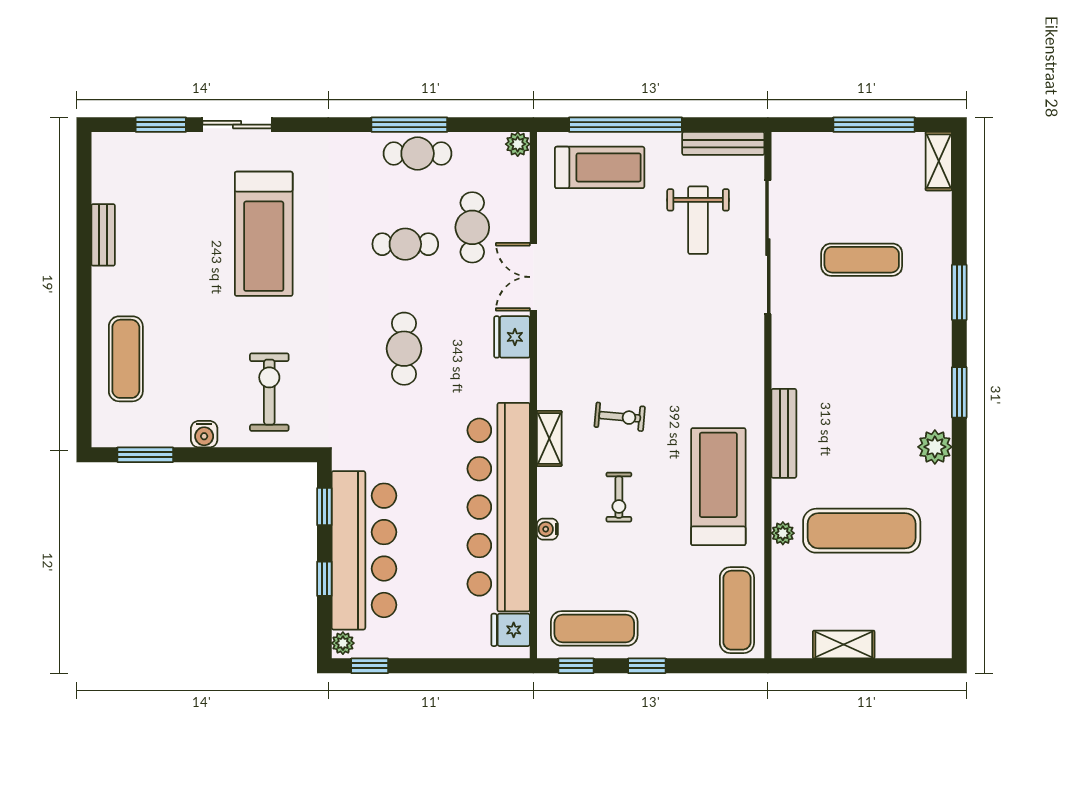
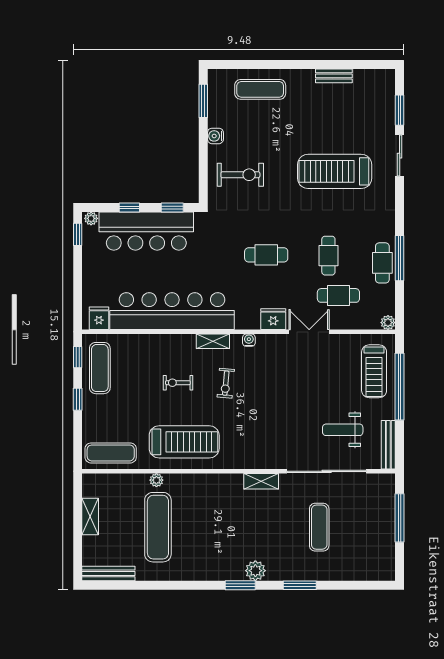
window: (874, 125) -> (400, 518), moved
shelving: (939, 161) -> (261, 481), moved
bench: (784, 433) -> (108, 573), moved
plant: (935, 447) -> (255, 571), moved
water cooler: (547, 529) -> (249, 340), moved

